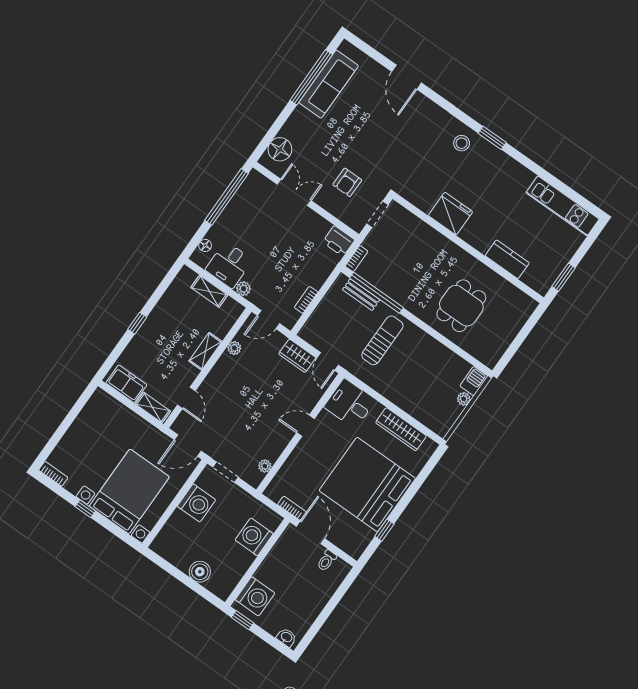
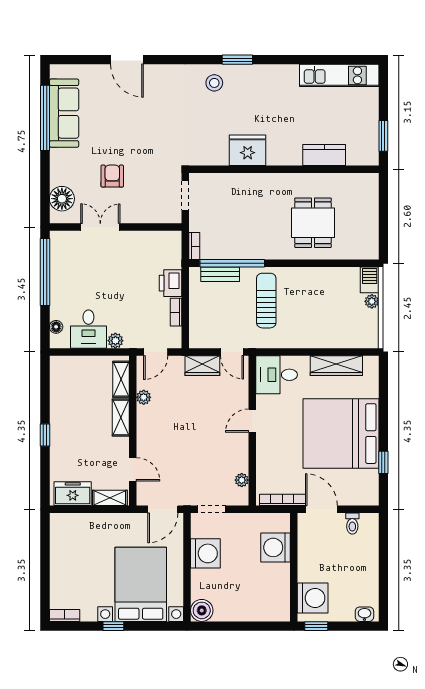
armchair: (347, 182) -> (112, 176), moved, turned 180
printer: (339, 241) -> (171, 283), moved, turned 90
shelving: (209, 291) -> (121, 379), moved, turned 90
bookcase: (292, 508) -> (282, 500), width x1.56
boiler: (200, 572) -> (202, 610), moved

